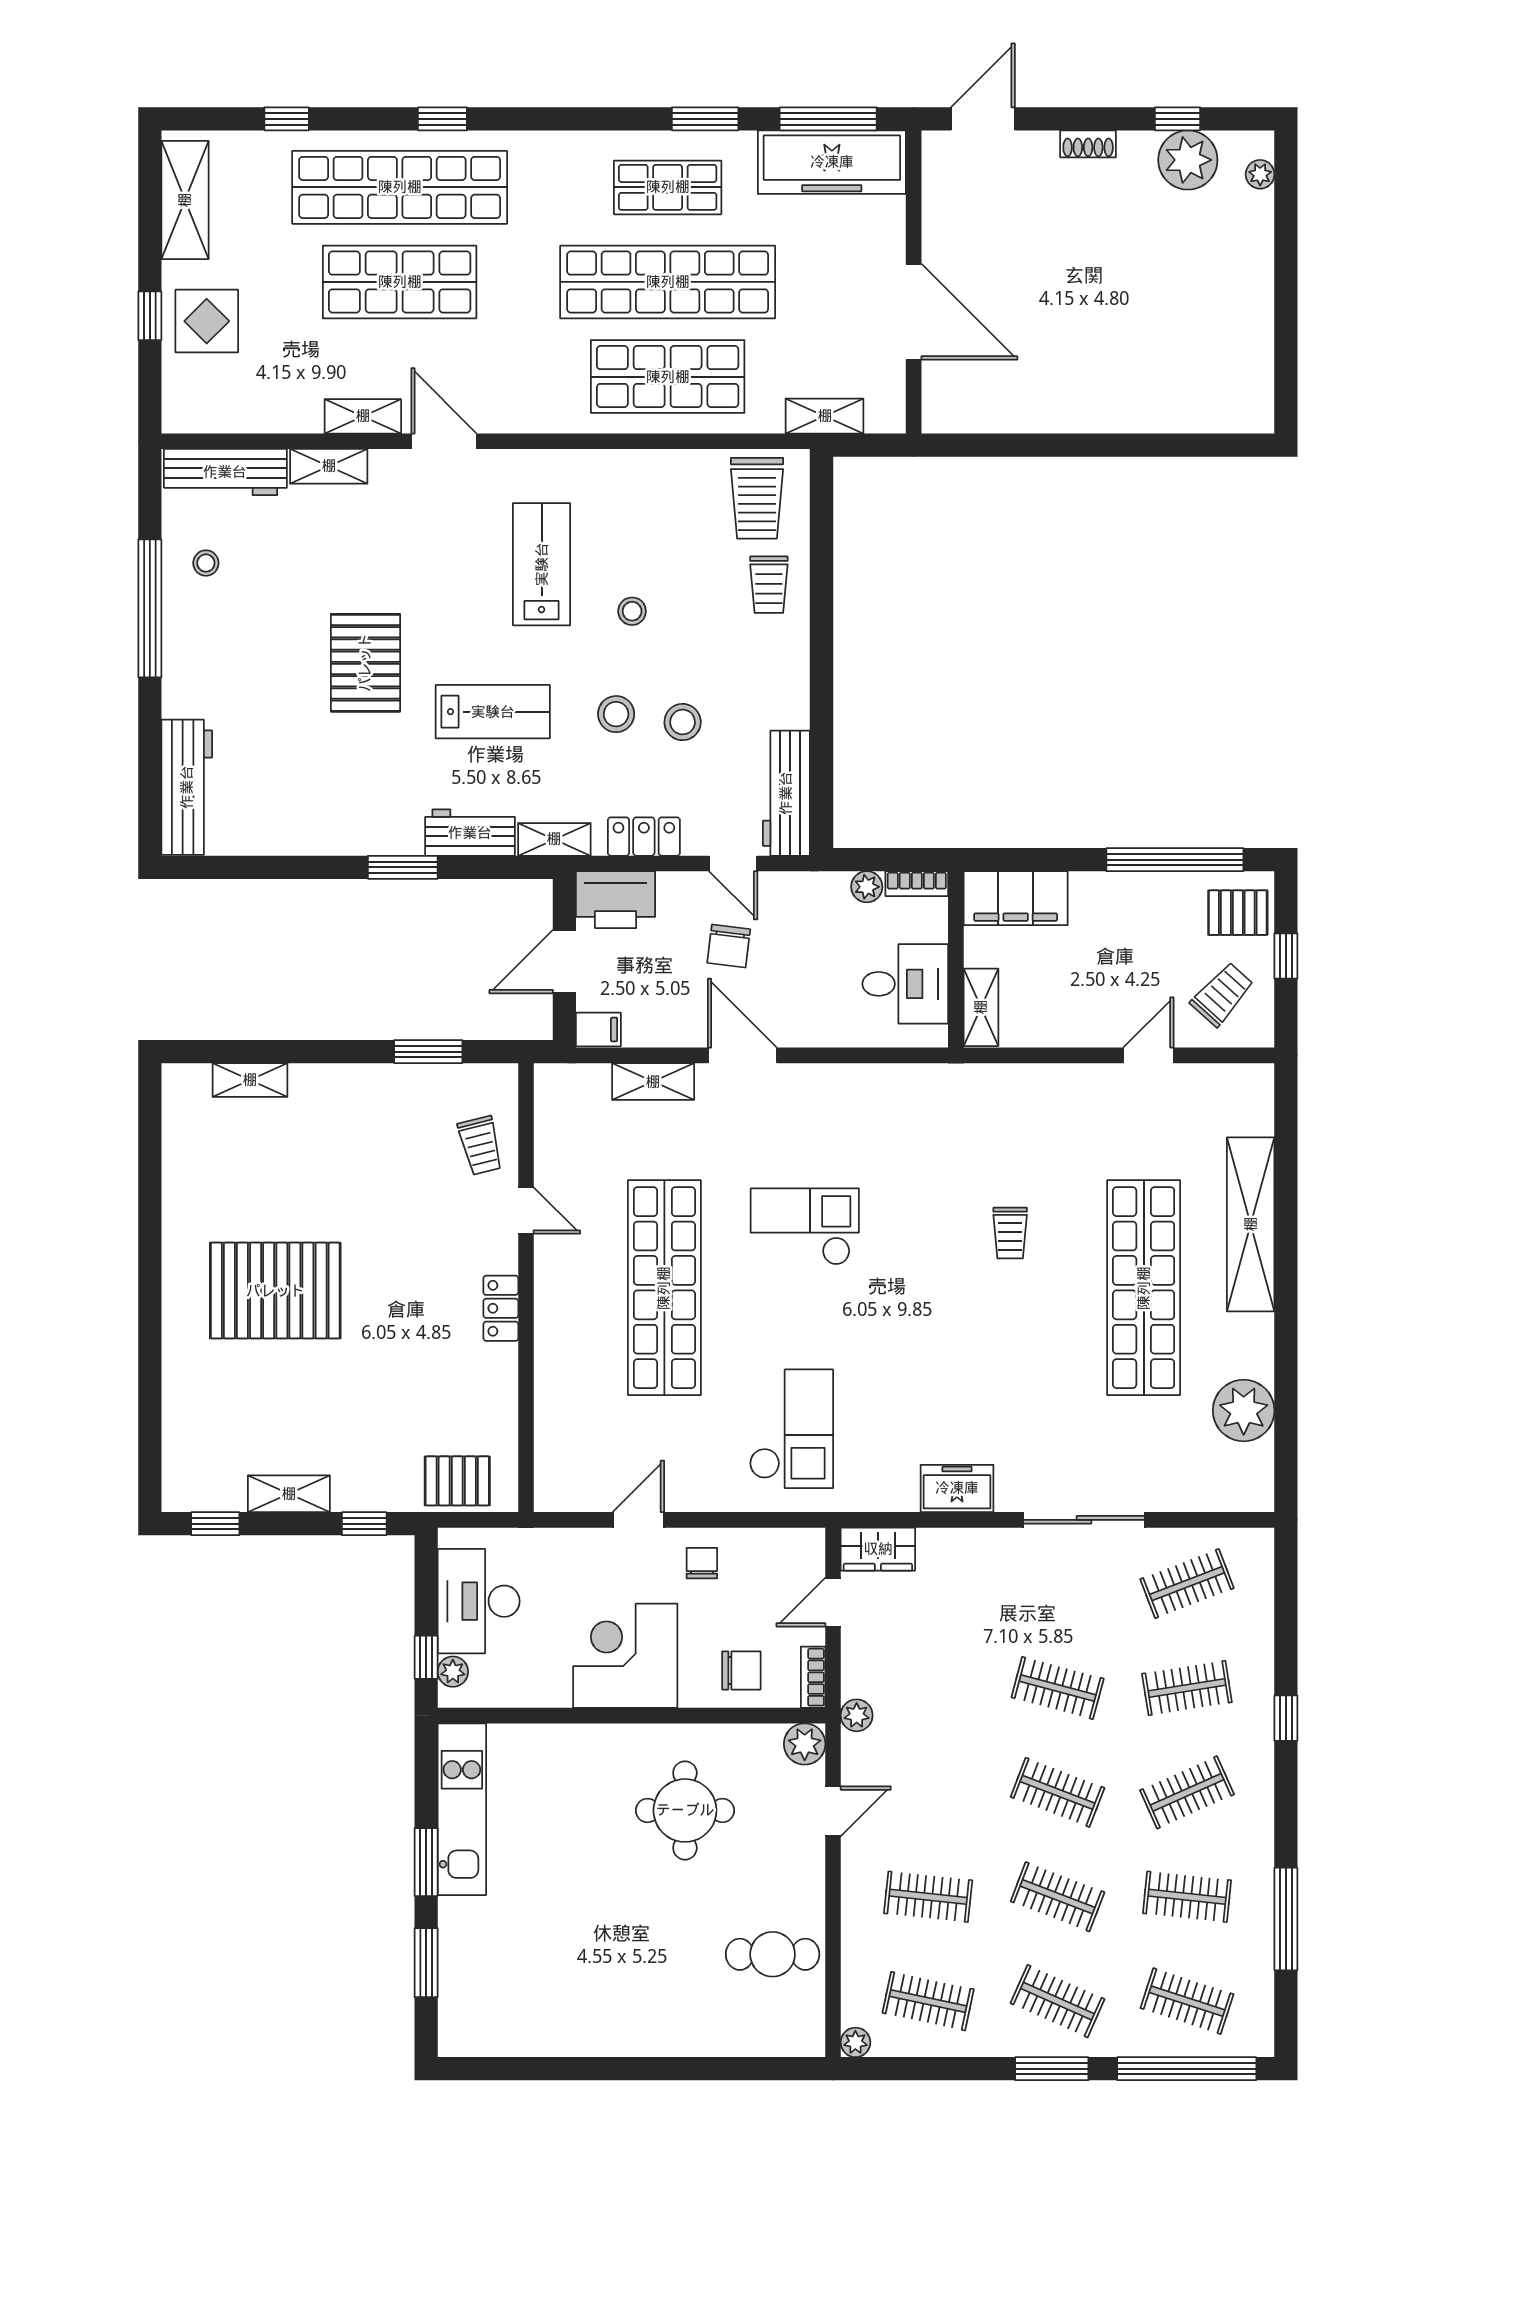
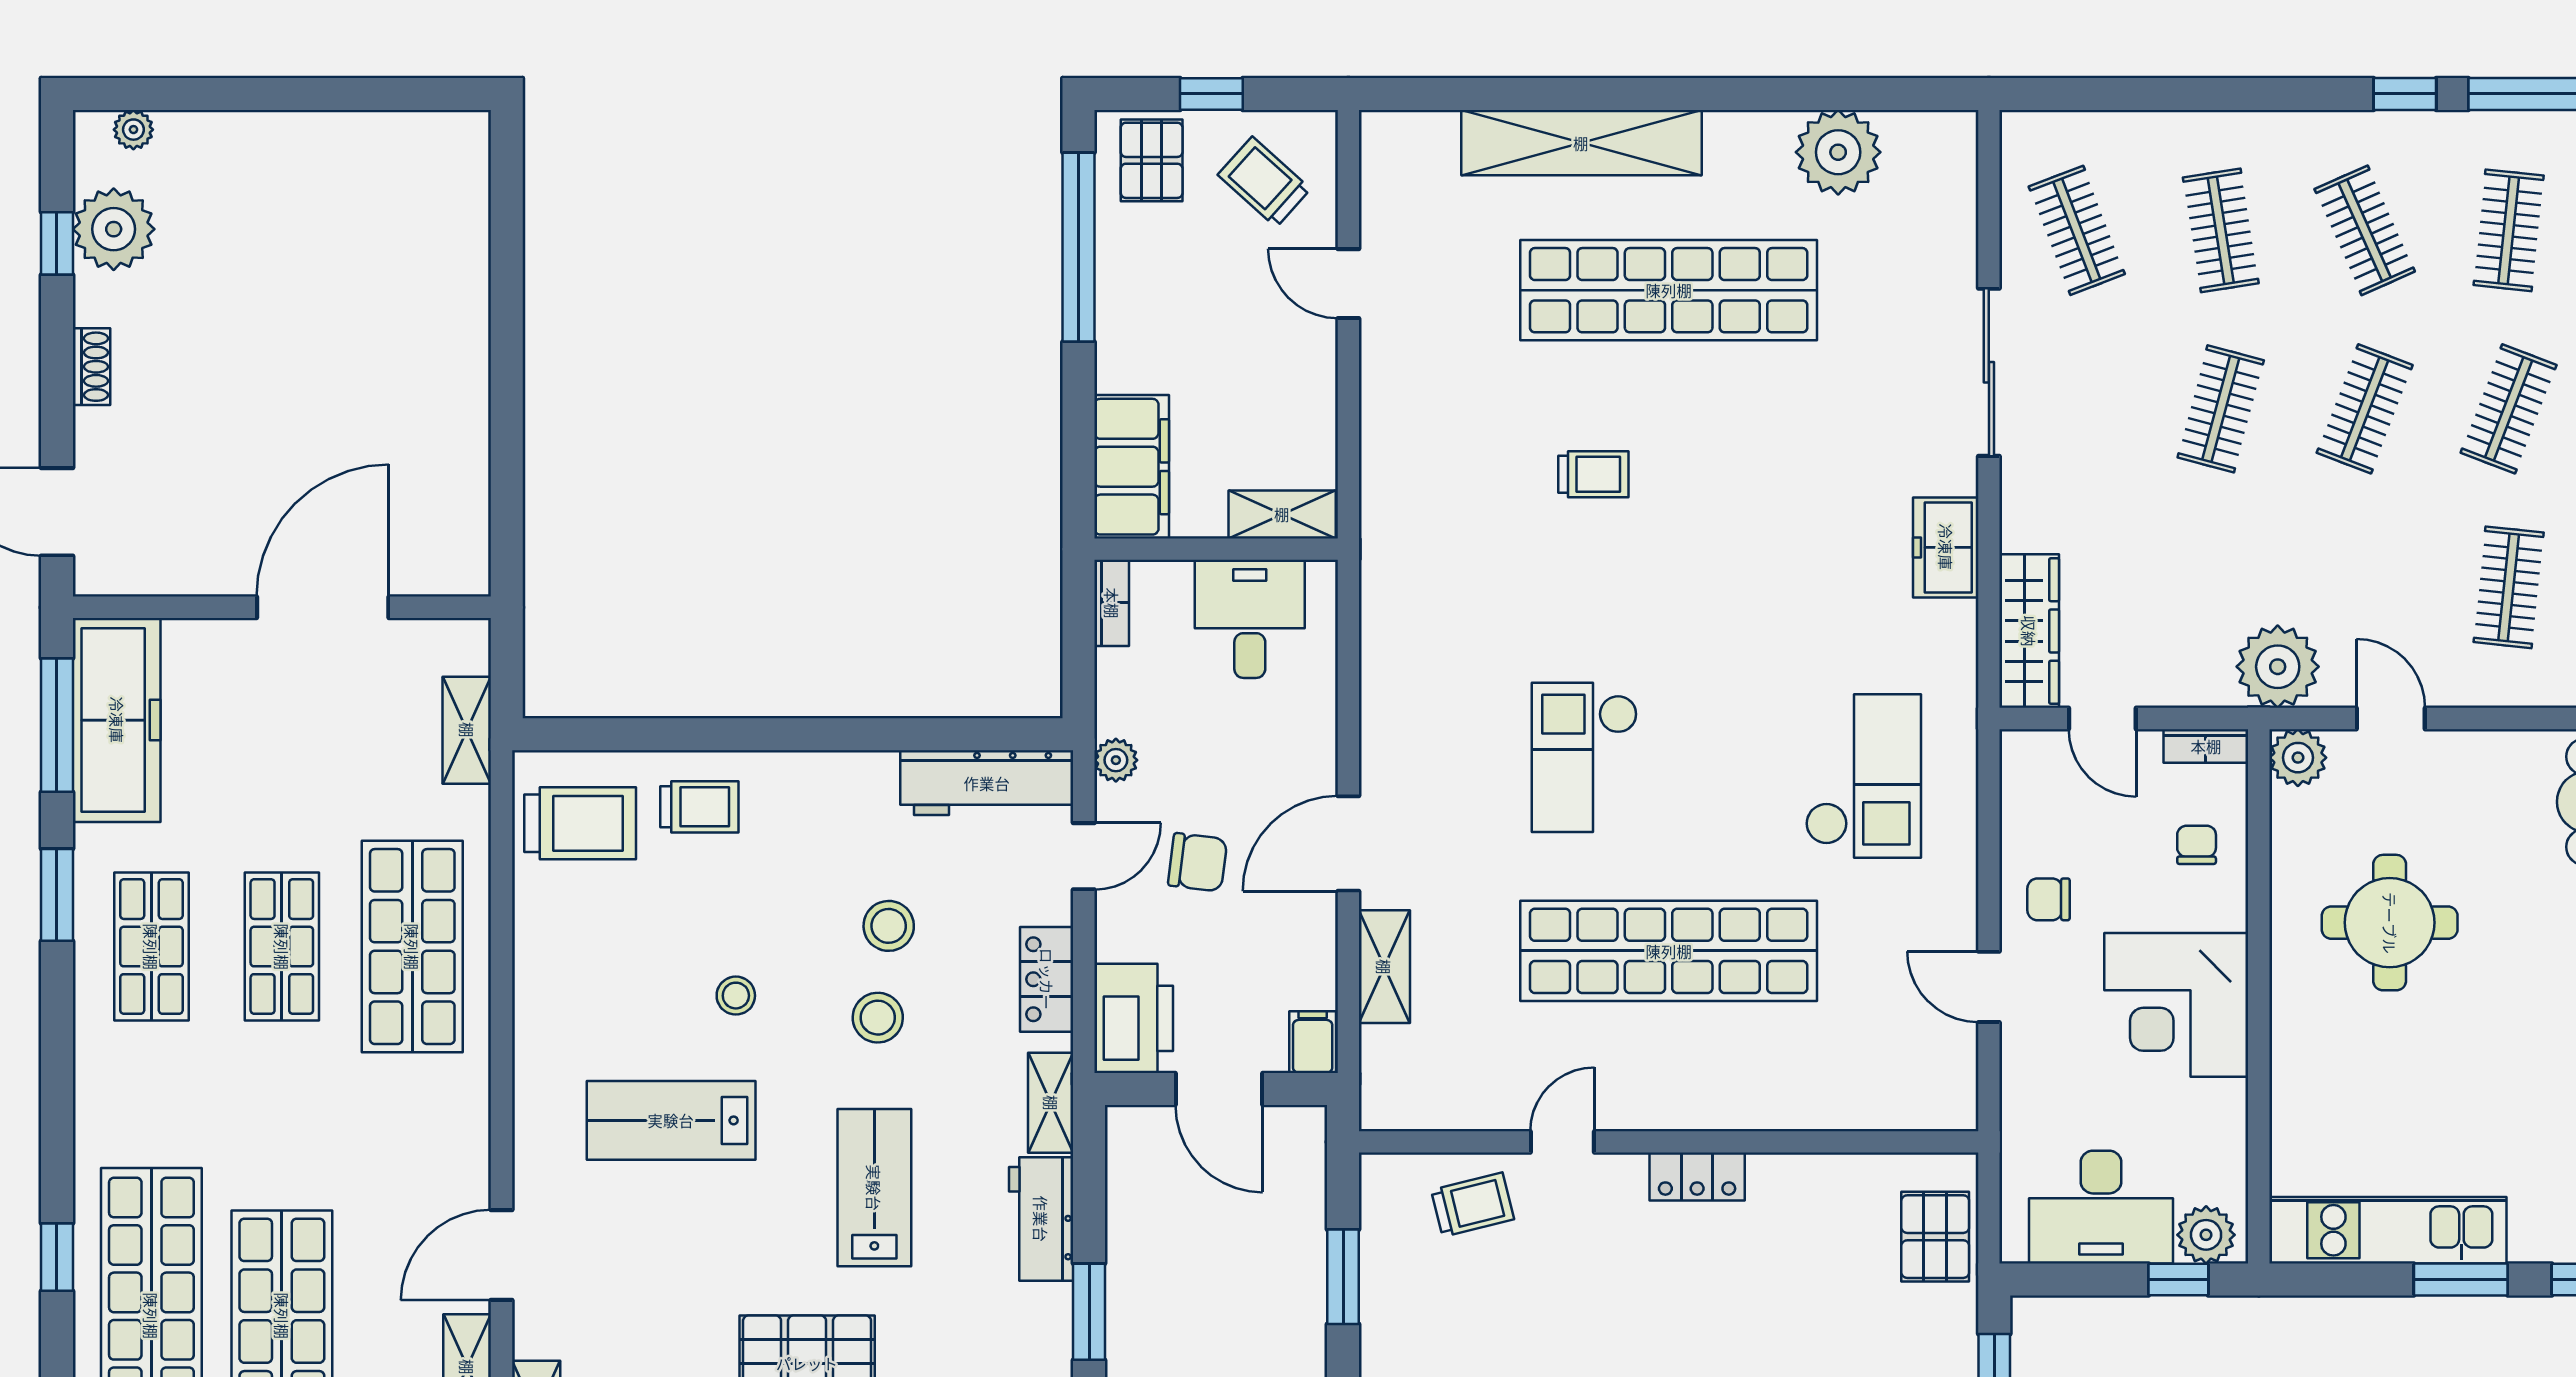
shop shelf: (668, 282) -> (282, 947), width x0.50, depth x0.74
plant: (867, 887) -> (1116, 760), moved
checkout: (791, 1429) -> (1863, 776), turned 90
wardrobe: (878, 1549) -> (2029, 631), width x1.50
chair: (741, 1670) -> (2197, 845), width x0.73, depth x0.73
plant: (453, 1672) -> (2206, 1235), width x1.38, depth x1.38
plant: (857, 1715) -> (2278, 667), width x1.88, depth x1.88
window: (1286, 1718) -> (2405, 94), moved

